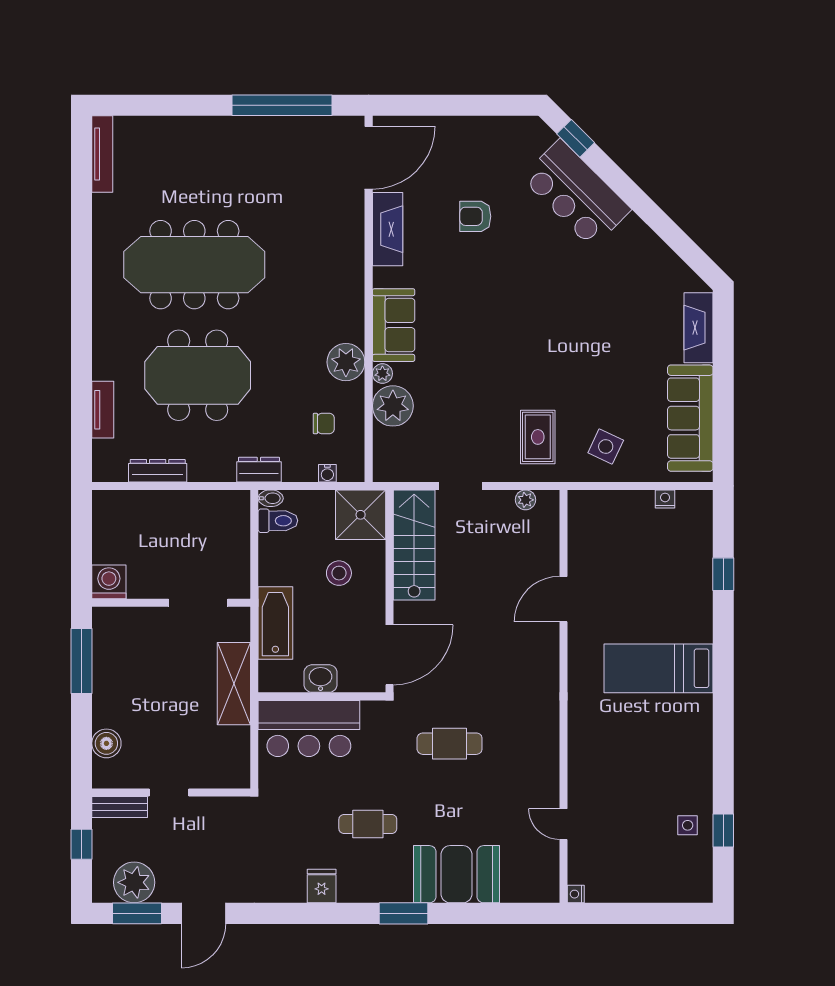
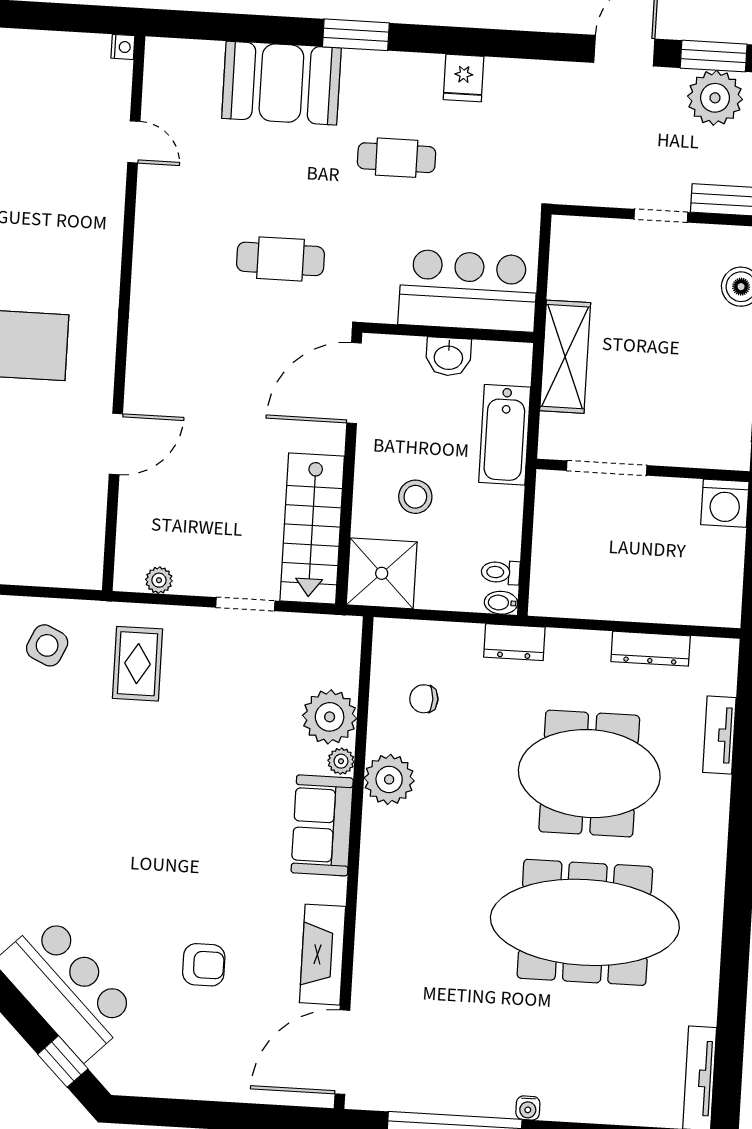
water cooler: (327, 473) -> (528, 1108), moved, turned 180
toilet: (278, 521) -> (501, 572), width x0.73, depth x0.72

